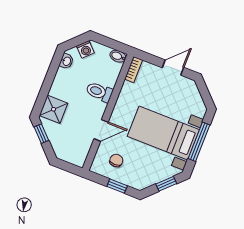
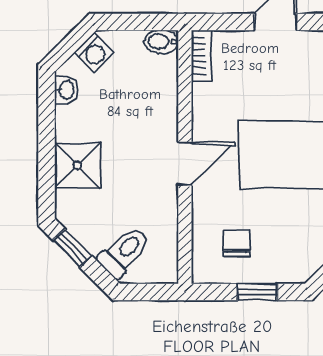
toilet: (99, 92) -> (124, 252), moved, turned 135
shower: (54, 109) -> (77, 165), moved
door: (101, 130) -> (185, 164), moved

